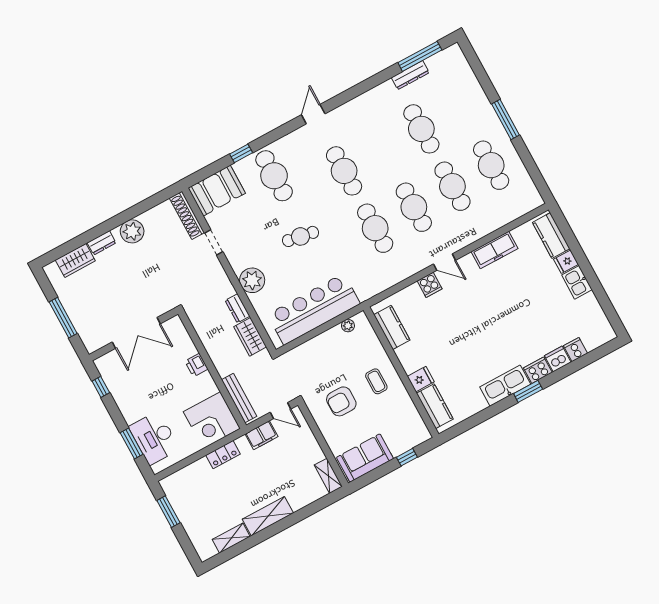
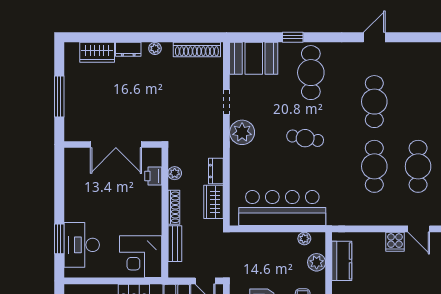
shoe rack: (187, 215) -> (197, 50), moved, turned -90
plant: (132, 231) -> (155, 48), width x0.53, depth x0.53
plant: (252, 280) -> (242, 132), moved
plant: (202, 330) -> (175, 173), added
plant: (370, 341) -> (317, 262), added
shoe rack: (218, 361) -> (174, 207), added
printer: (196, 365) -> (153, 176), moved
window: (101, 387) -> (59, 175), removed
bench: (239, 398) -> (175, 244), width x0.73

